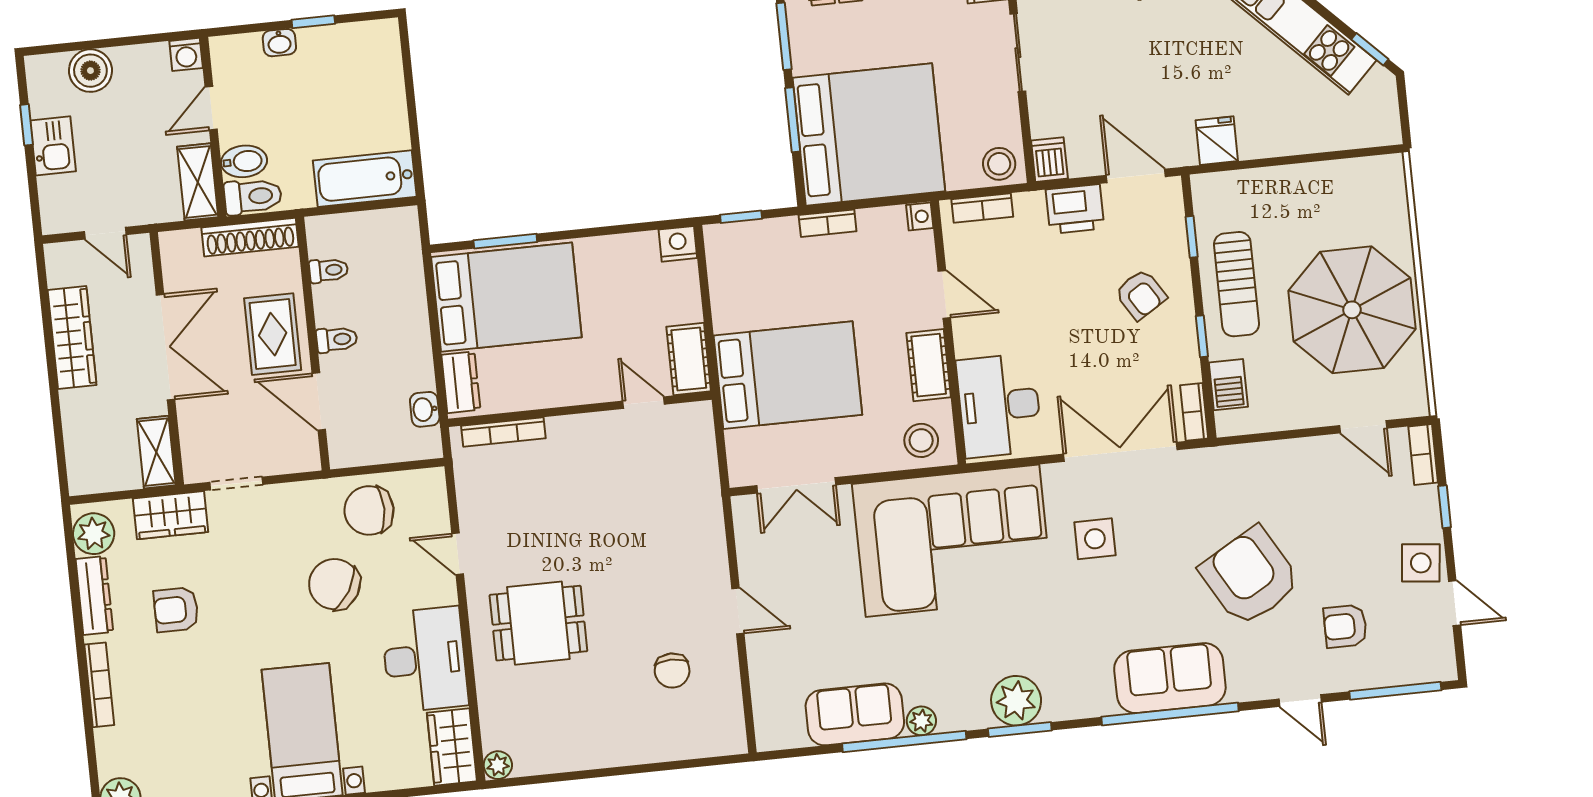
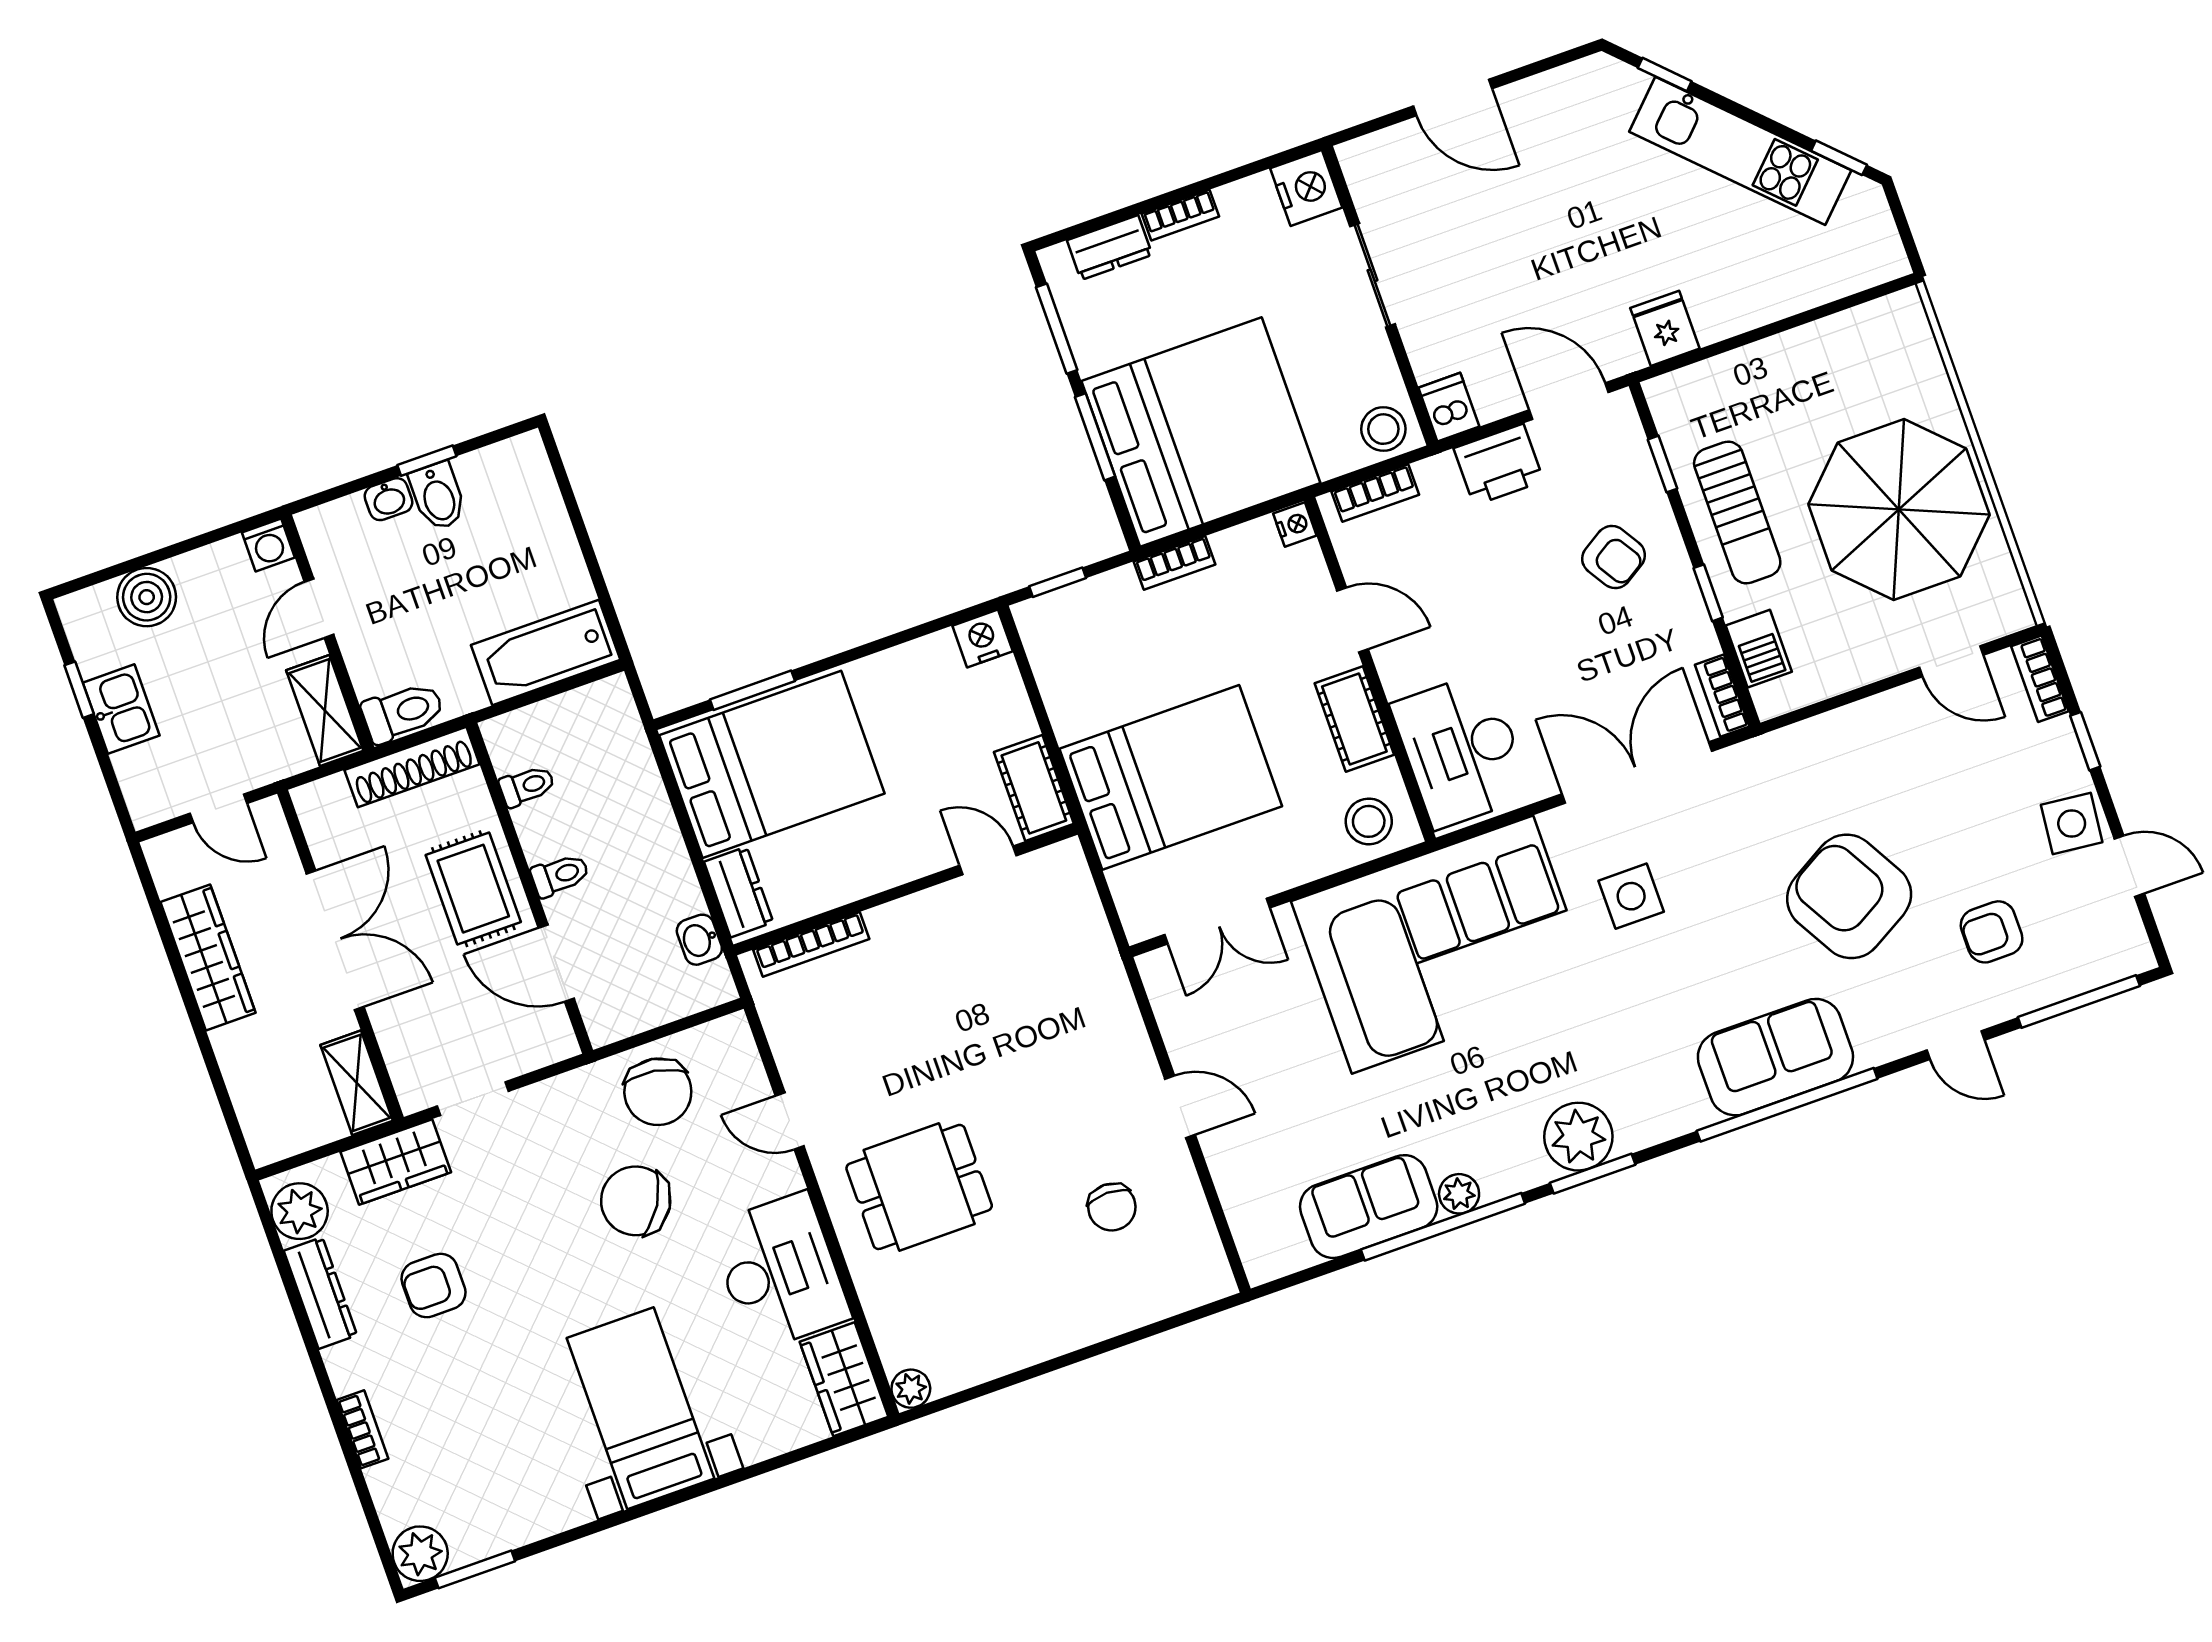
bidet: (244, 161) -> (438, 496), moved, turned 90
chair: (369, 510) -> (658, 1092), turned -81
bookcase: (99, 685) -> (362, 1429), width x0.64

